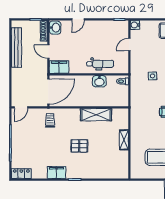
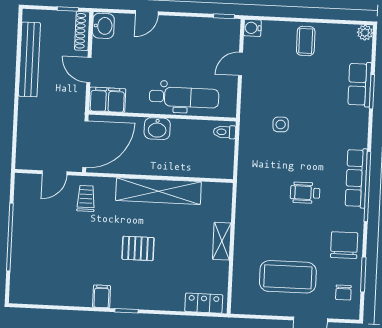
dental chair: (100, 64) -> (184, 97), width x1.36, depth x1.38
washbasin: (99, 81) -> (157, 129), moved
door: (21, 107) -> (55, 173), moved
shelving: (96, 115) -> (158, 191), width x1.47
filing cabinet: (56, 172) -> (102, 296), width x0.50
locker: (21, 174) -> (204, 303), moved

